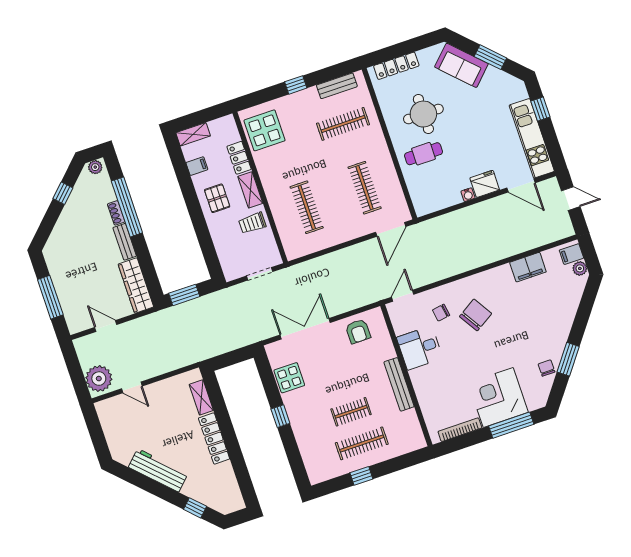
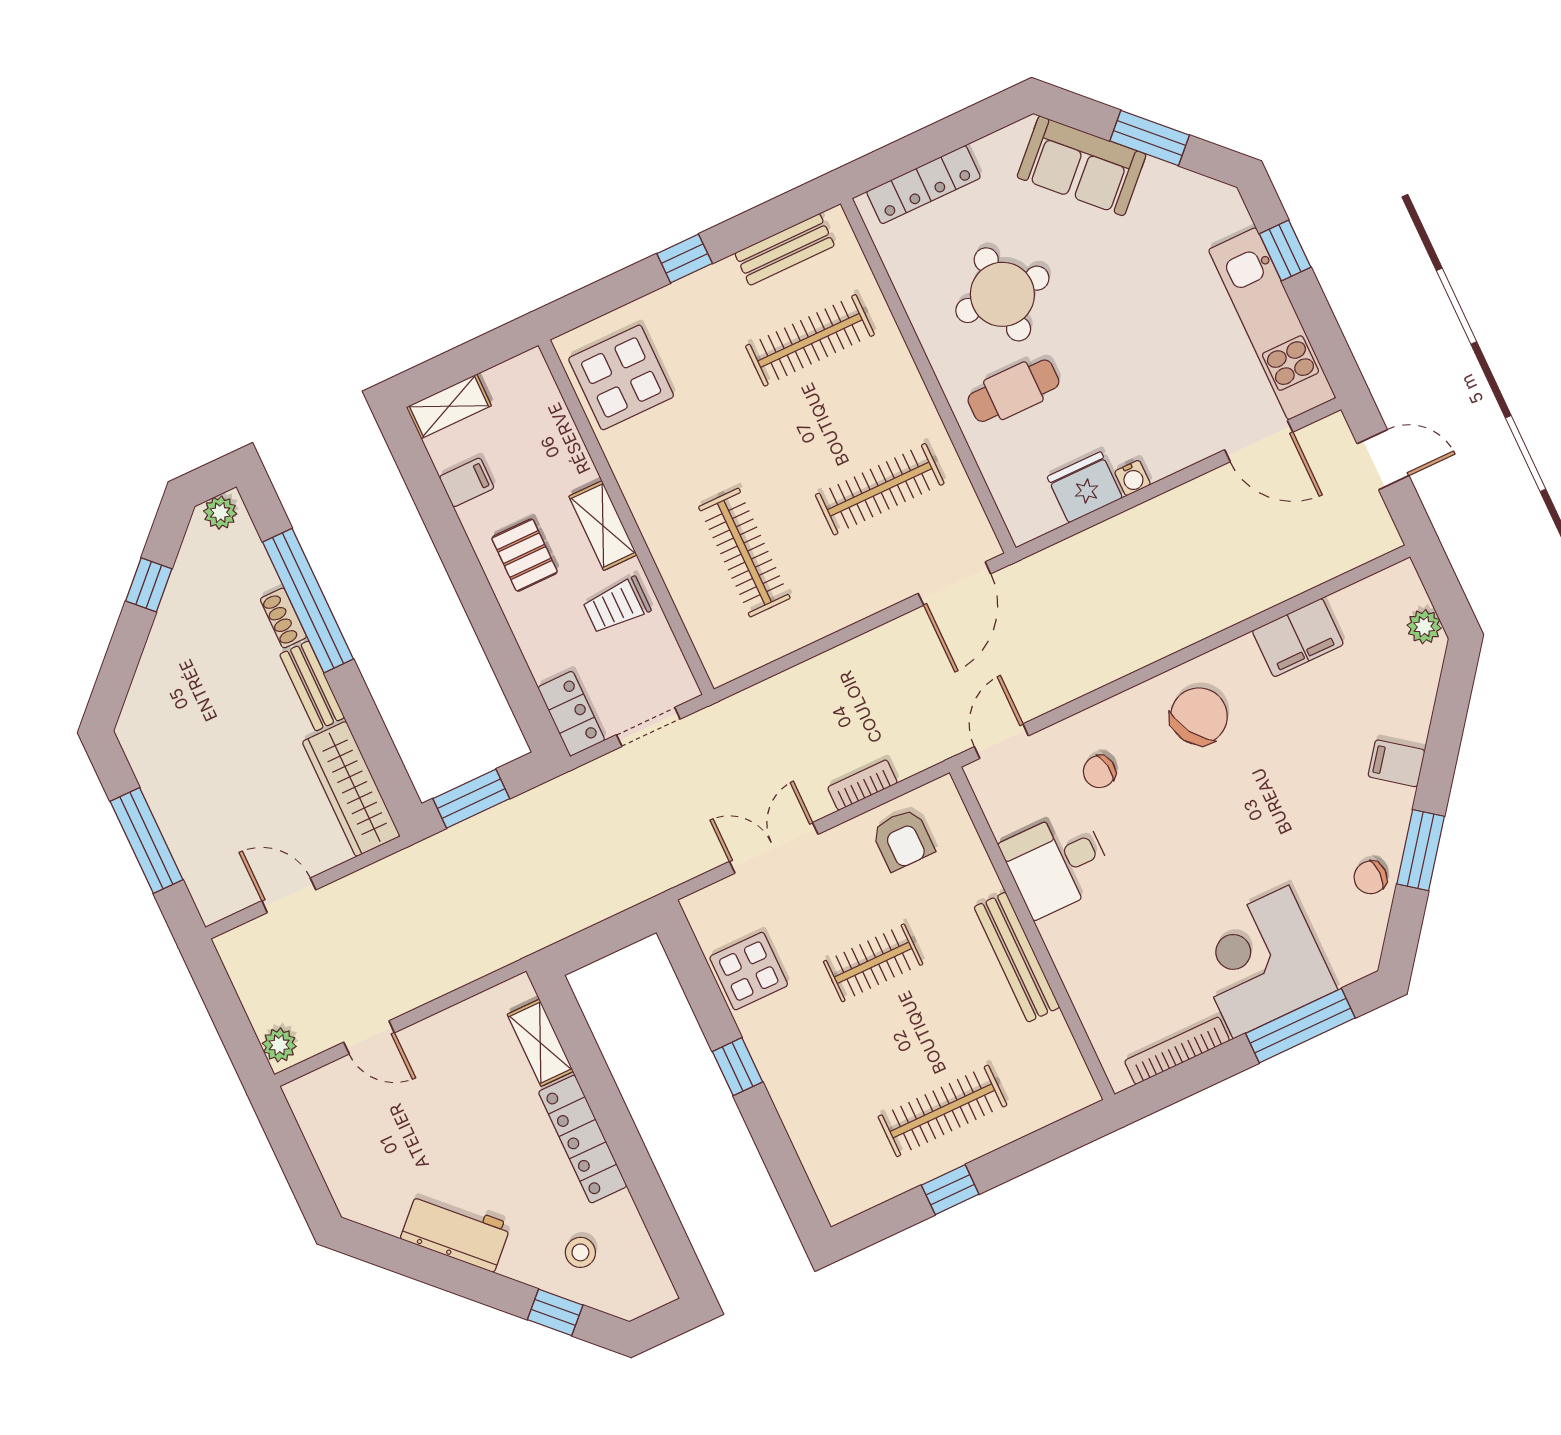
locker: (239, 158) -> (571, 714), moved, turned 180
fridge: (485, 184) -> (1085, 487), moved
clothes rail: (365, 188) -> (880, 489), turned 90
filing cabinet: (571, 254) -> (1396, 763), moved, turned 37
bookcase: (344, 307) -> (862, 785), added
chair: (476, 315) -> (1199, 716), moved
double door: (305, 329) -> (774, 848), width x0.73
chair: (547, 368) -> (1370, 877), turned -90
plant: (99, 379) -> (279, 1045), width x0.53, depth x0.53
clothes rail: (351, 412) -> (873, 963), moved
workbench: (158, 470) -> (456, 1231), width x0.73
stool: (208, 485) -> (580, 1252), added

